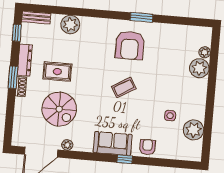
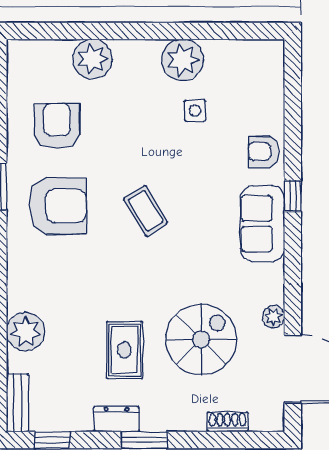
armchair: (168, 48) -> (57, 126), added
plant: (205, 52) -> (59, 51), removed
dresser: (25, 60) -> (117, 419), width x0.70
shoe rack: (21, 87) -> (227, 422), moved
plant: (194, 130) -> (183, 60), moved

